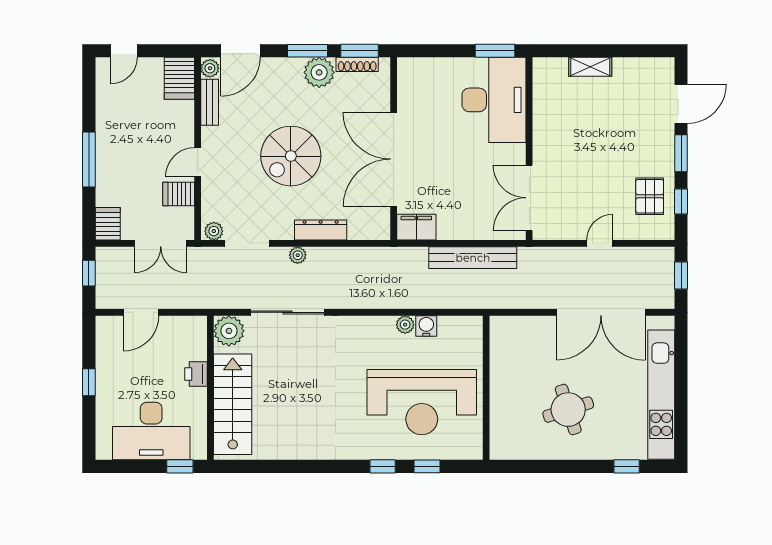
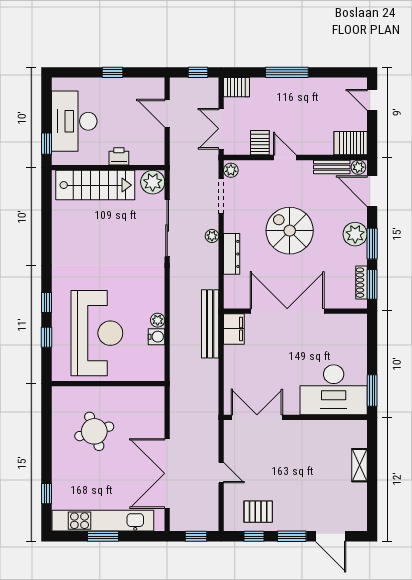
plant: (319, 72) -> (355, 234), moved
bench: (473, 258) -> (210, 324), moved
window: (681, 394) -> (103, 536), added
reception desk: (422, 402) -> (97, 333), turned 180
round table: (568, 410) -> (94, 431), moved

